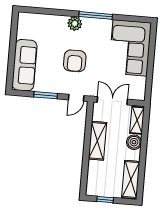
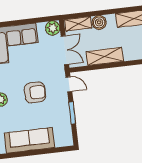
sofa: (24, 65) -> (29, 140), moved
plant: (138, 93) -> (53, 28), added
double door: (112, 101) -> (65, 50), swing flipped

